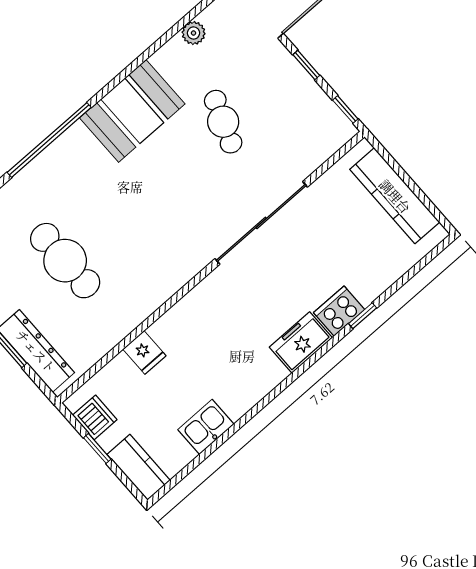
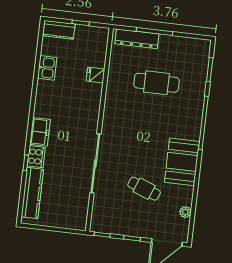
kitchen counter: (395, 196) -> (32, 193), moved, turned 90
dishwasher: (95, 417) -> (92, 34), removed

